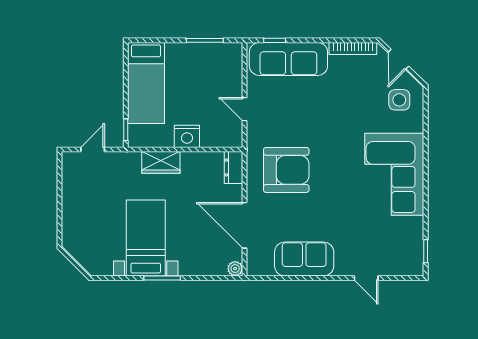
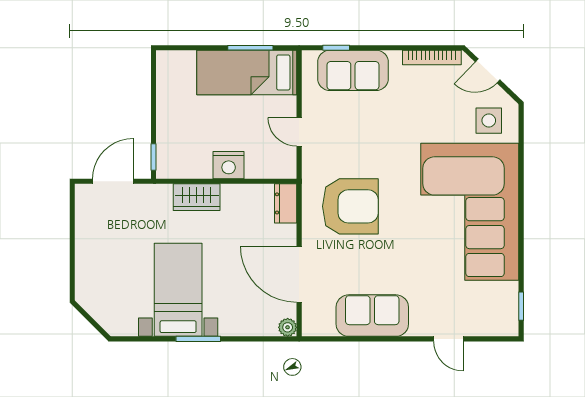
sofa: (288, 59) -> (353, 70), width x0.73
door: (398, 59) -> (488, 71), hinge flipped
bed: (146, 83) -> (247, 72), moved, turned 90
door: (93, 149) -> (113, 181), width x1.38
corner sofa: (394, 174) -> (470, 212), width x1.36, depth x1.36

